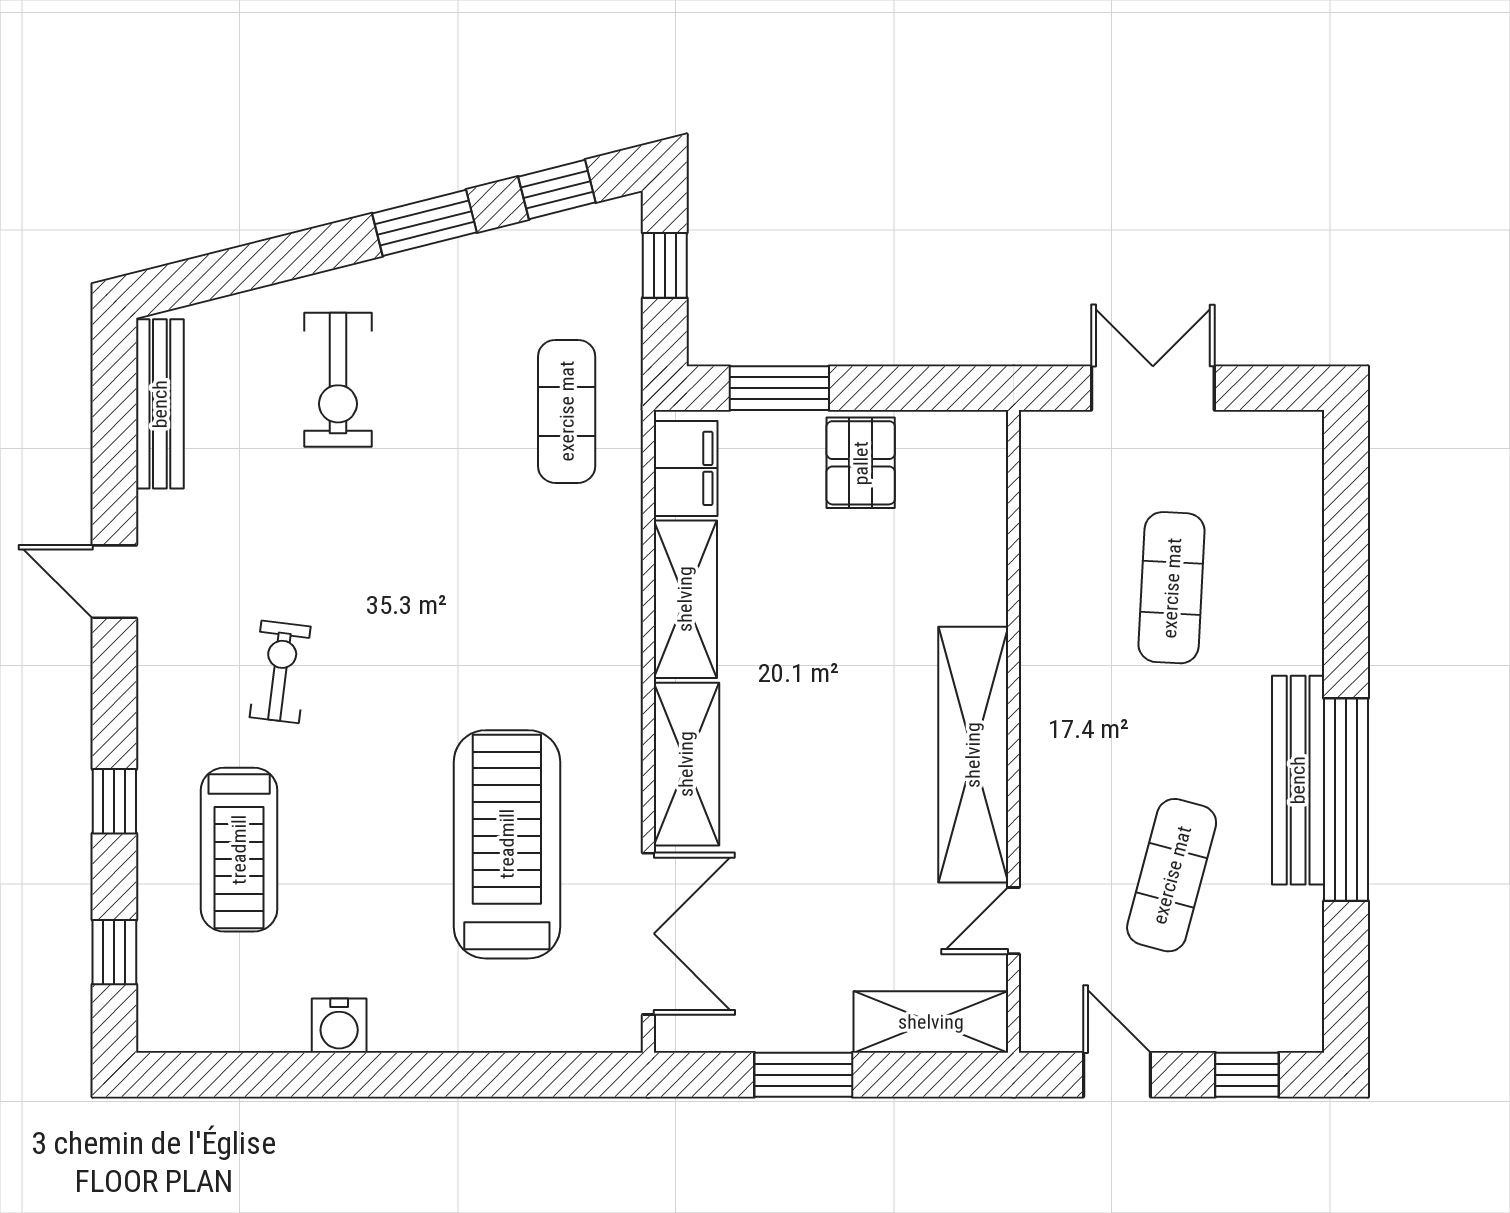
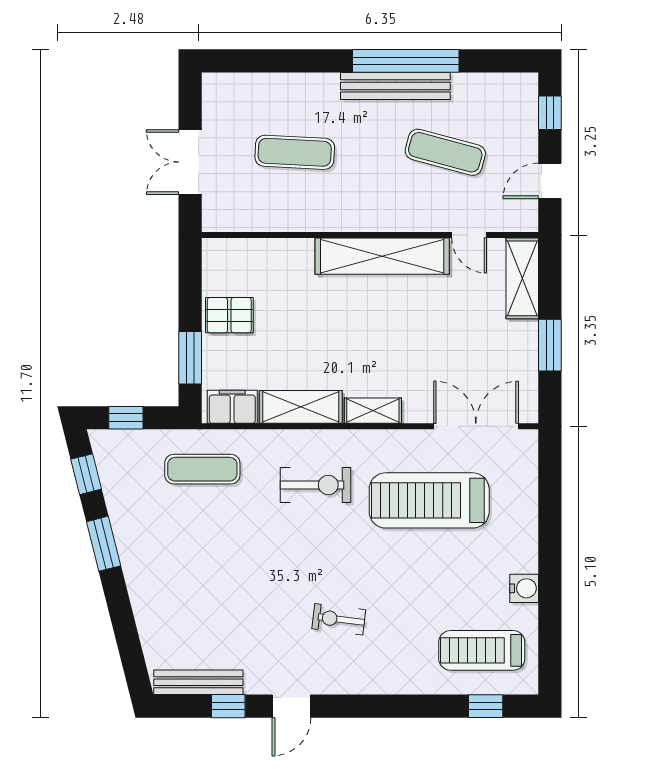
exercise bike: (338, 380) -> (316, 485), moved
shelving: (686, 764) -> (373, 411), width x0.67, depth x0.75
window: (114, 801) -> (228, 706), moved
treadmill: (239, 850) -> (482, 650), moved, turned 180

